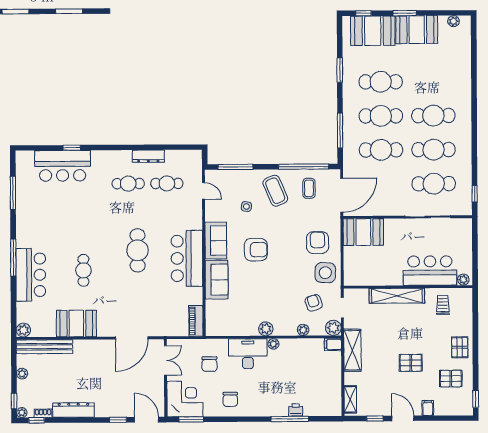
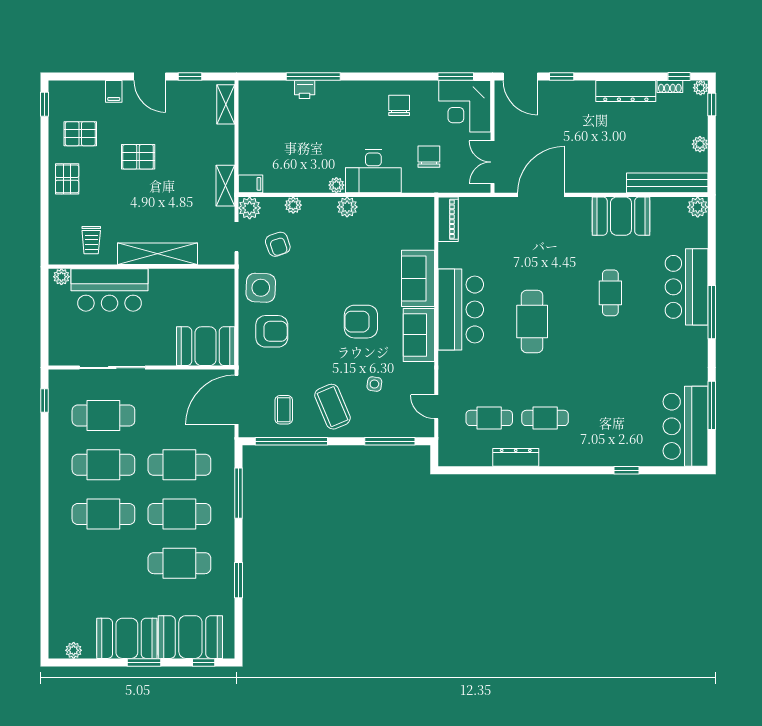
bar counter: (63, 166) -> (686, 426), moved, turned -90
armchair: (318, 243) -> (272, 331), turned -89
shelving: (352, 350) -> (225, 186), width x0.67, depth x0.75

